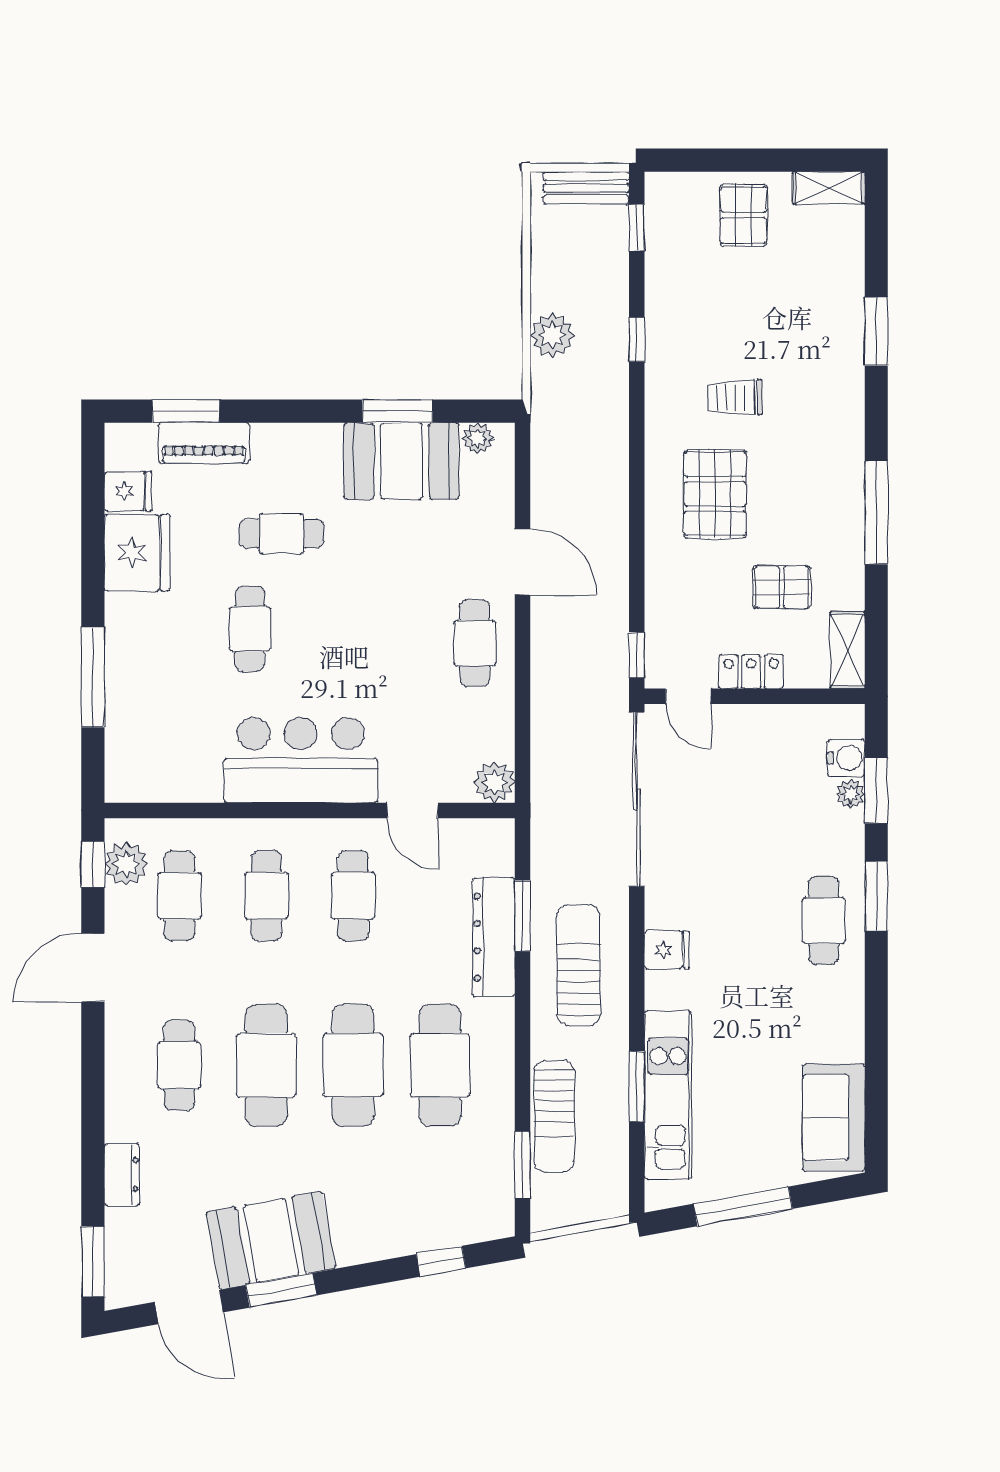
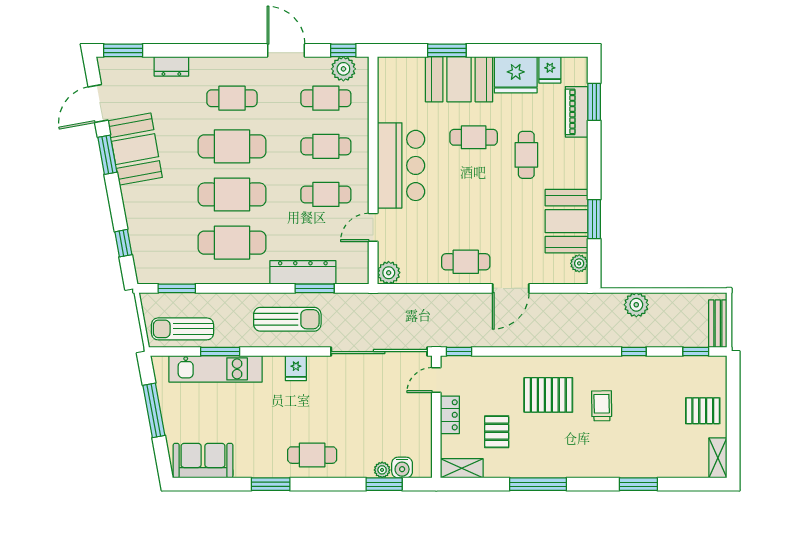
booth: (145, 655) -> (459, 79), added
window: (93, 677) -> (447, 50), width x0.69
window: (876, 896) -> (271, 484), moved
sun lounger: (554, 1116) -> (182, 329), moved

